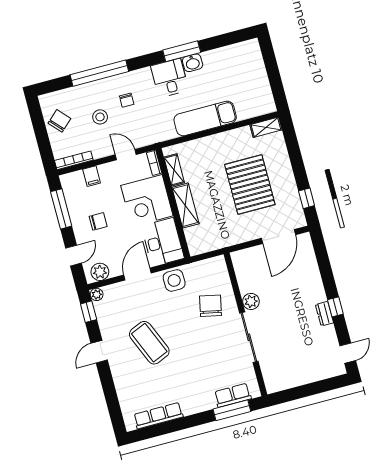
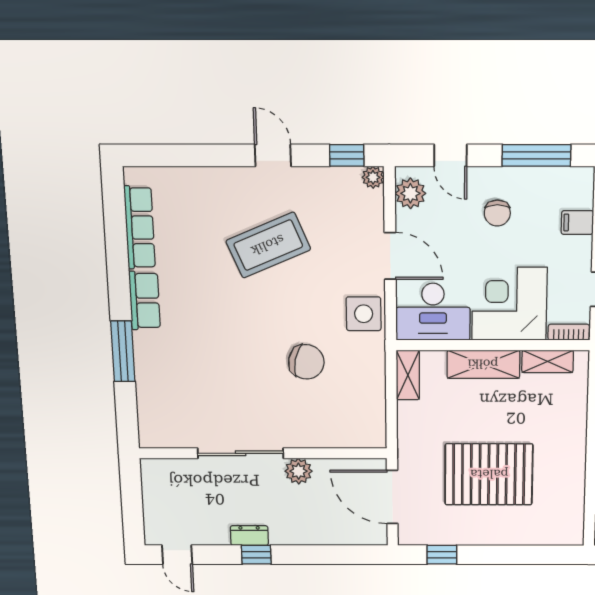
shelving: (266, 127) -> (408, 375), moved
plant: (251, 301) -> (299, 471), moved
wall: (245, 324) -> (263, 453), moved
sliding door: (249, 337) -> (241, 453), moved
row of seats: (233, 395) -> (145, 301), moved

